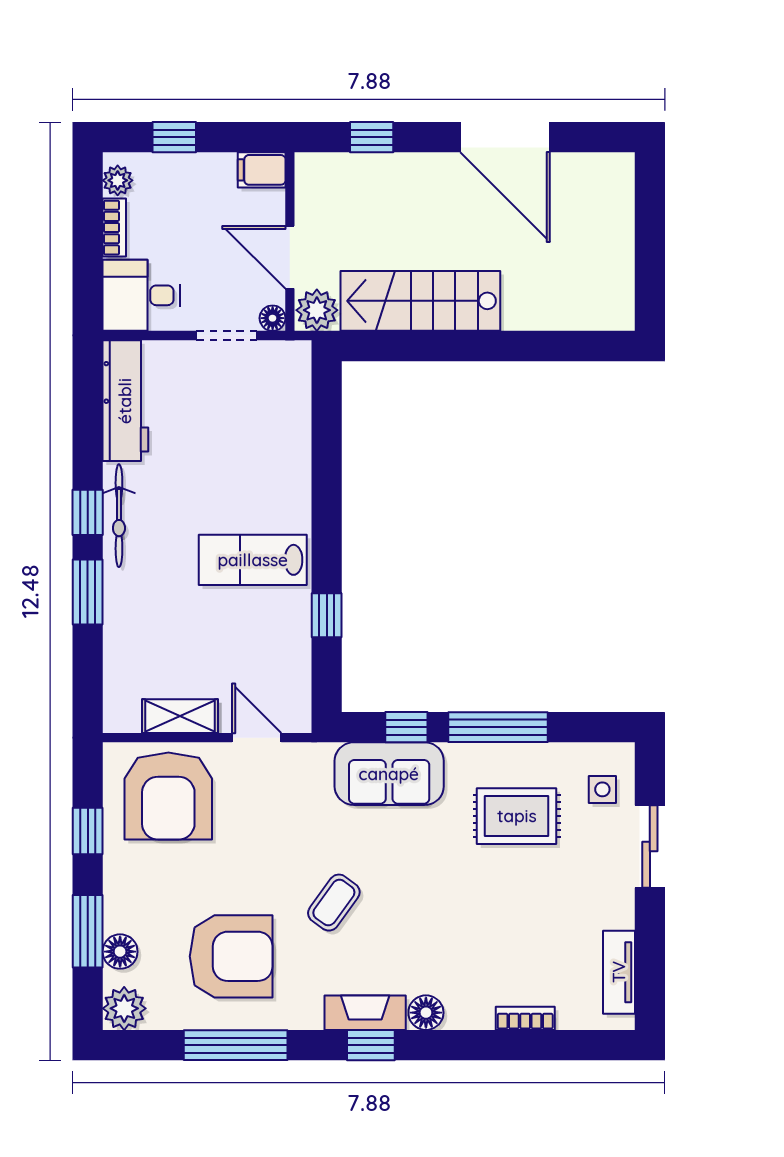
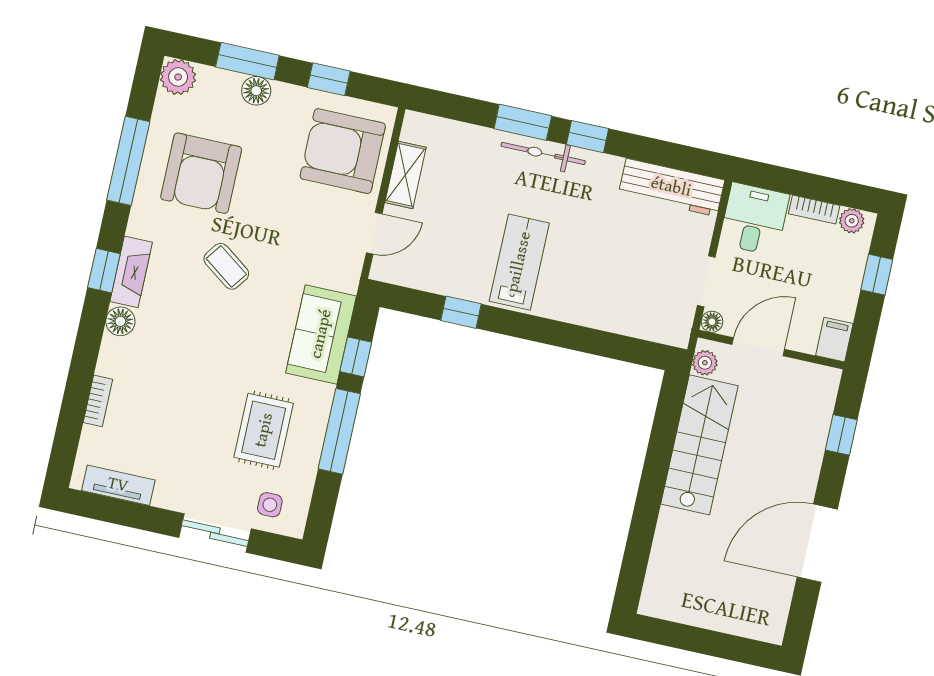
plant: (317, 310) -> (705, 363), width x0.73, depth x0.73
bicycle: (119, 516) -> (543, 153), moved
floor lamp: (120, 952) -> (256, 91), moved

